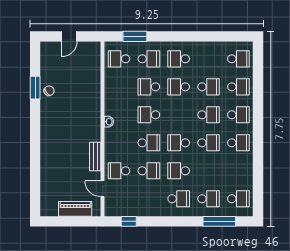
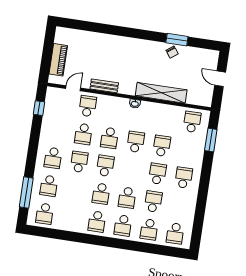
school desk: (149, 59) -> (188, 150), removed
school desk: (209, 87) -> (153, 202), turned 180
shelving: (93, 96) -> (161, 93), added

